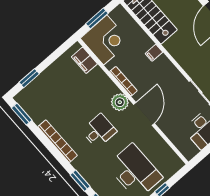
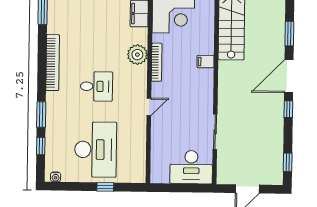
plant: (120, 102) -> (137, 55), moved
door: (144, 114) -> (149, 107), width x0.53

